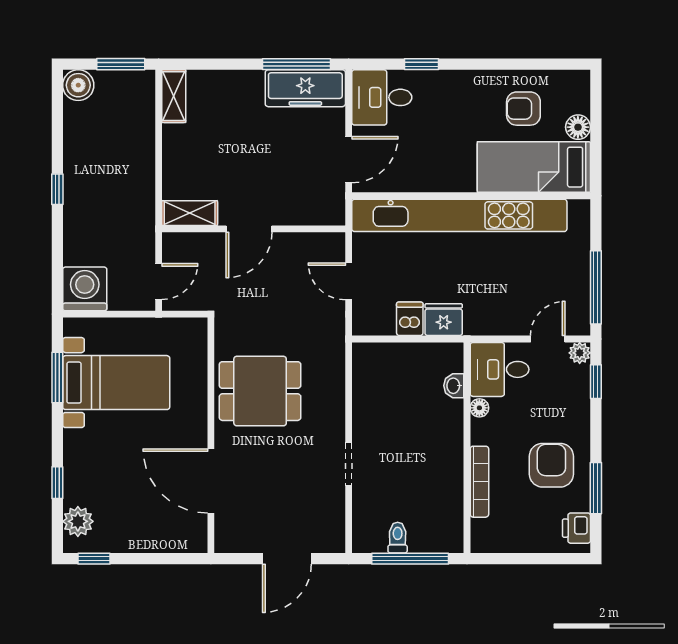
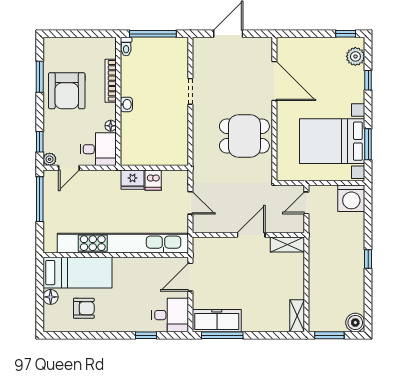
bed with nightstands: (116, 383) -> (332, 141), width x1.36
washbasin: (454, 386) -> (126, 104), moved
armchair: (551, 465) -> (67, 91), width x1.36, depth x1.36
printer: (576, 528) -> (51, 52), removed
toilet: (398, 538) -> (126, 47), moved

